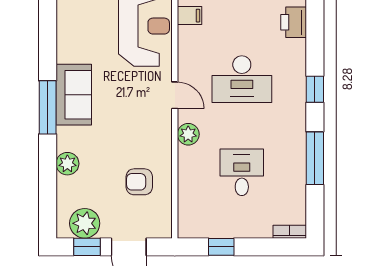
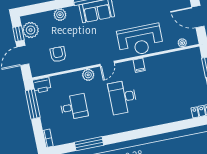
filing cabinet: (189, 16) -> (139, 65), moved
printer: (294, 22) -> (42, 85), moved, turned 180
window: (315, 89) -> (125, 136), removed
window: (221, 247) -> (33, 104), width x2.17

